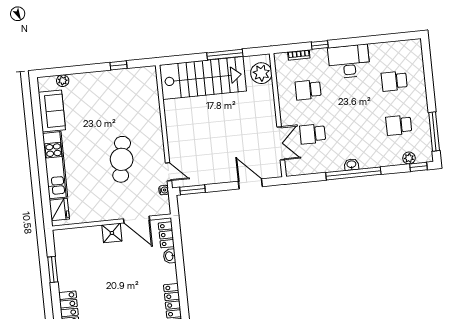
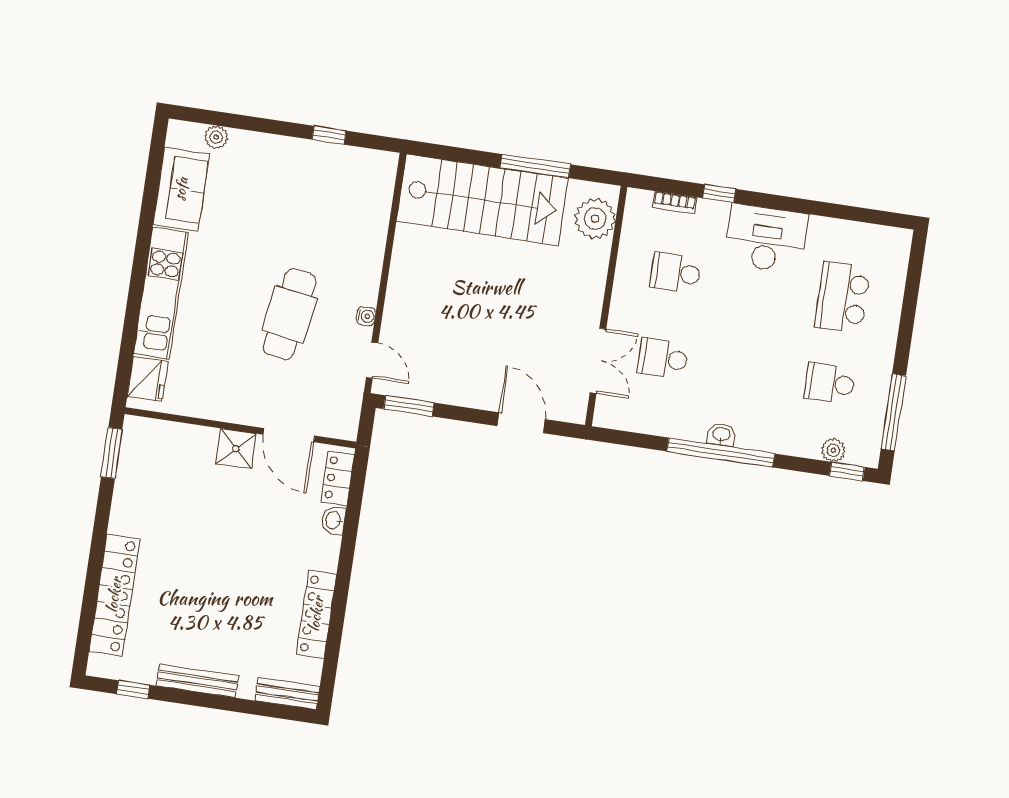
school desk: (394, 81) -> (842, 298), width x1.85
water cooler: (164, 190) -> (366, 316), moved
window: (53, 270) -> (112, 453), moved

